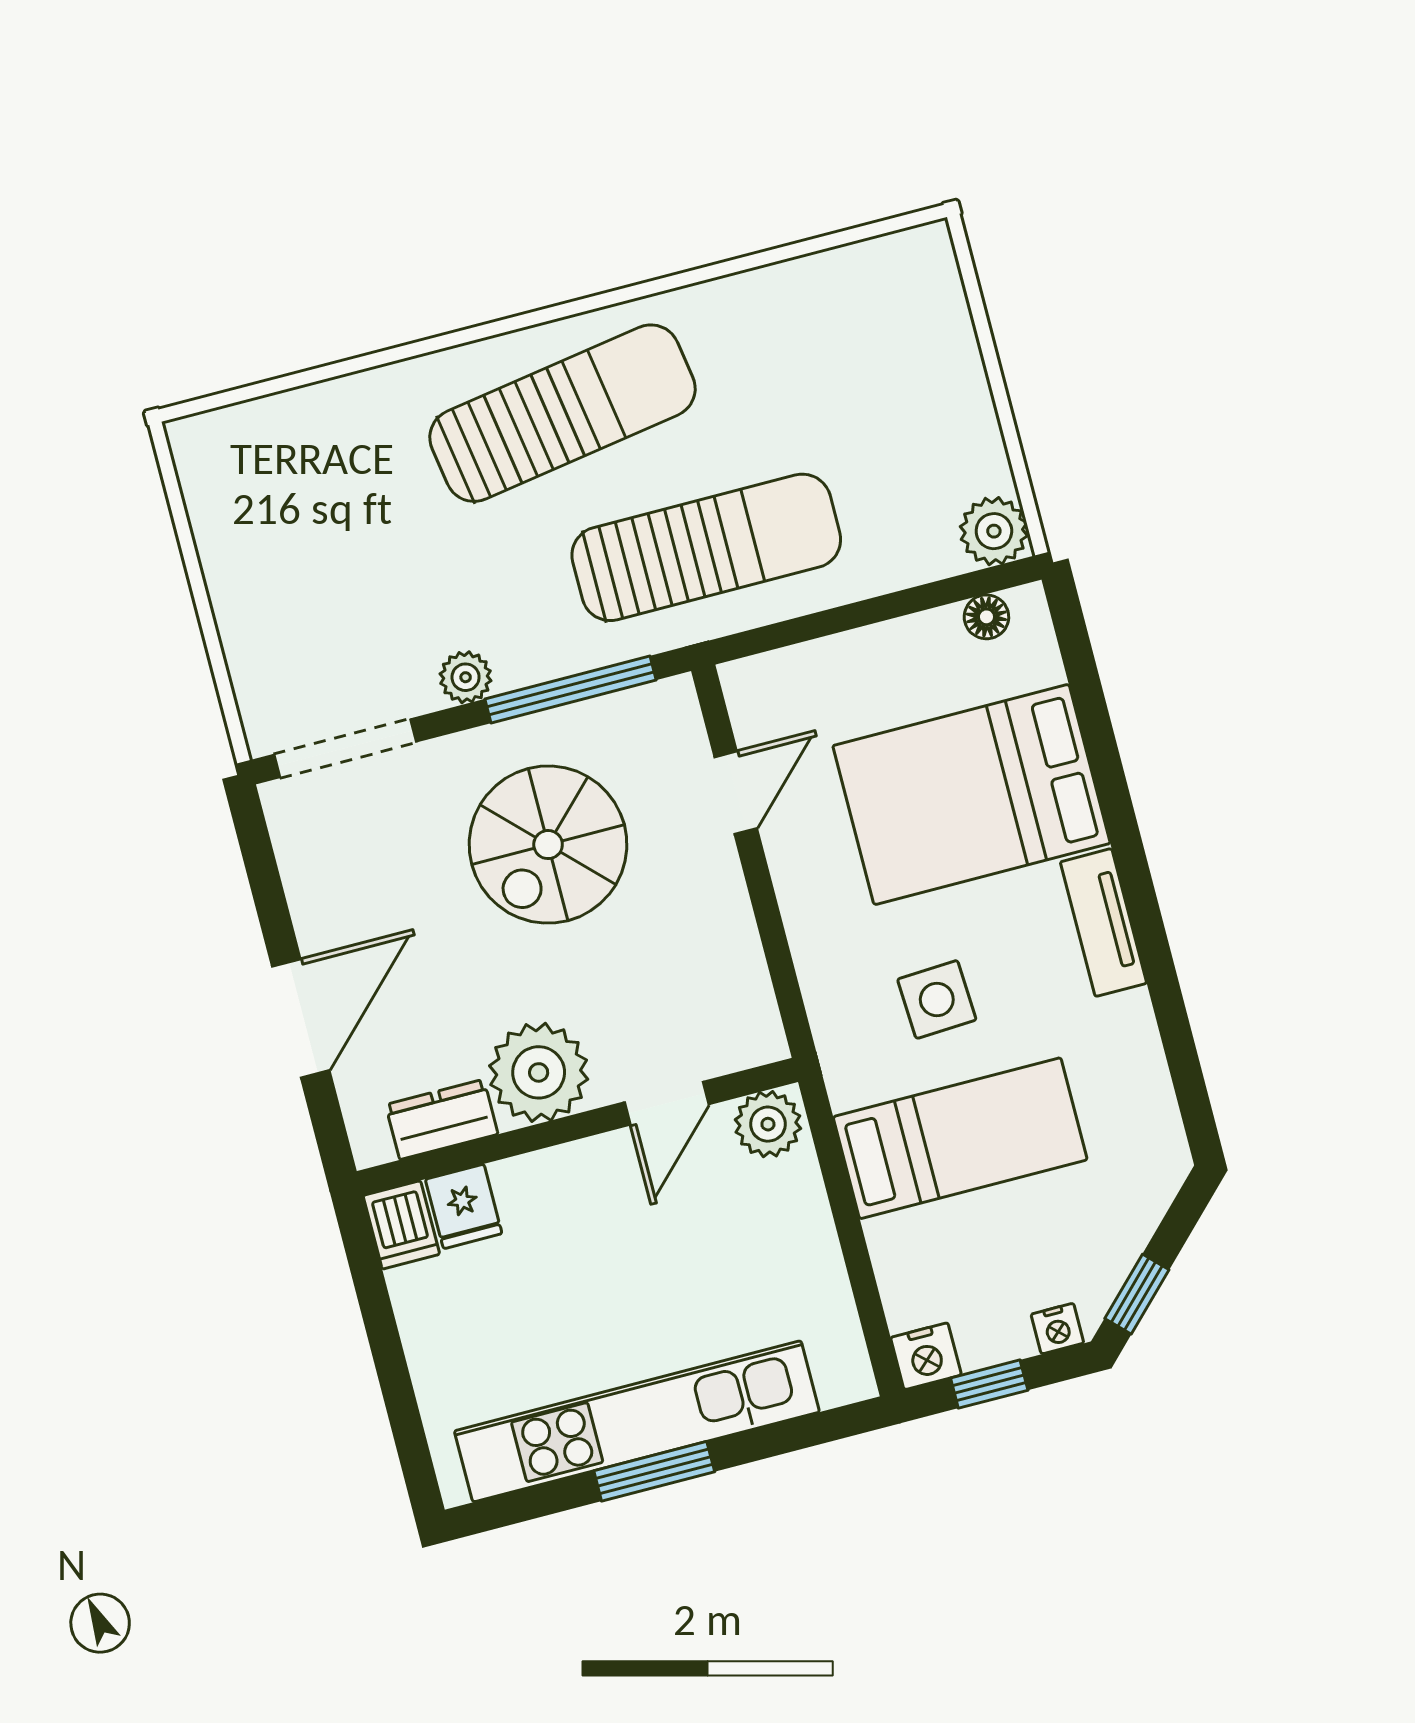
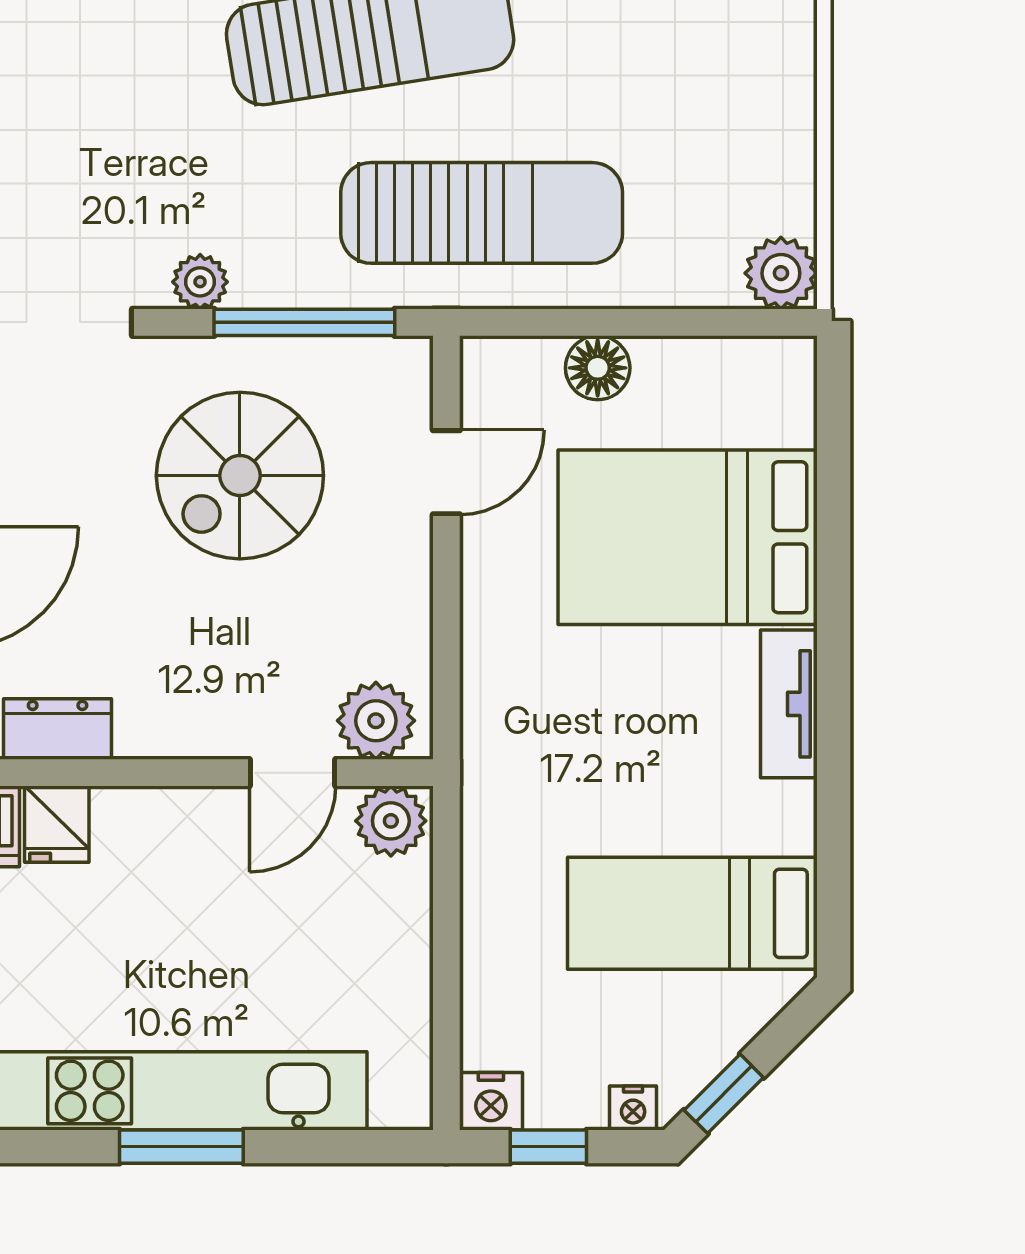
floor lamp: (986, 617) -> (598, 368), moved, width x1.37, depth x1.37
side table: (937, 999) -> (597, 738), removed
plant: (539, 1072) -> (376, 721), moved, width x0.73, depth x0.73
bed: (960, 1138) -> (692, 913), moved, turned 180

